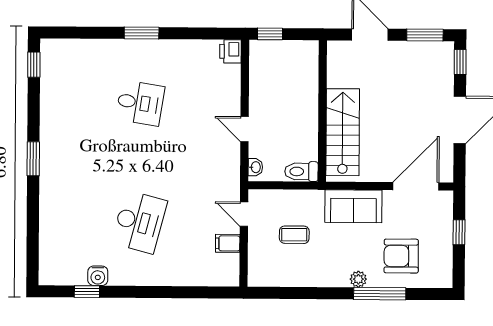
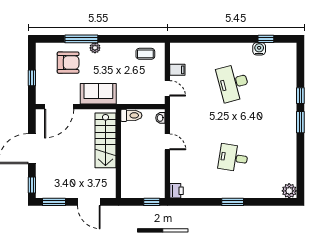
plant: (52, 50) -> (289, 191), added
window: (34, 65) -> (300, 96), moved
desk: (139, 222) -> (233, 83), turned -30
coffee table: (294, 235) -> (145, 54), moved

